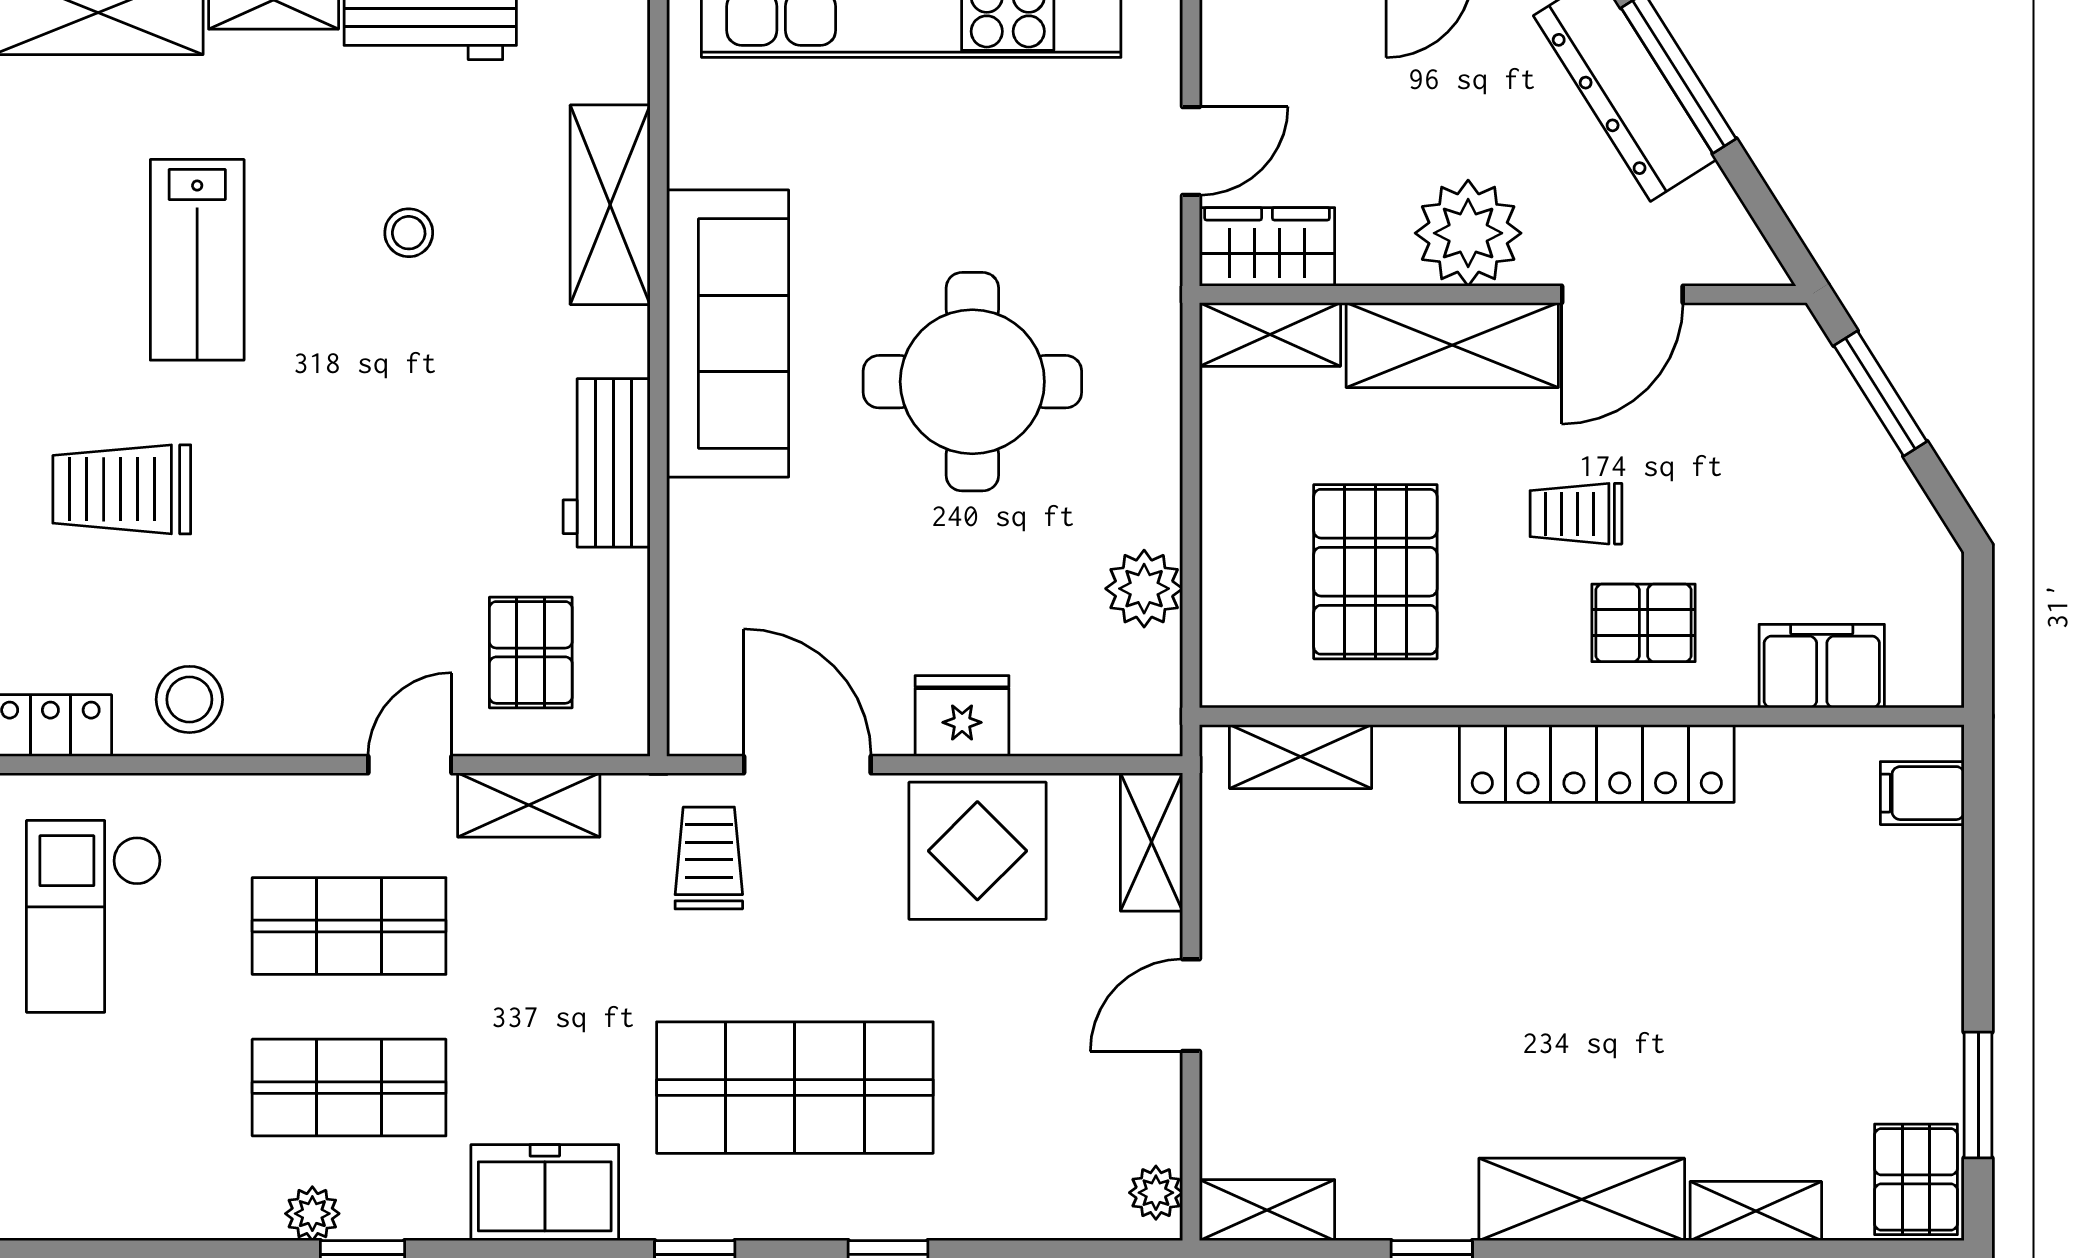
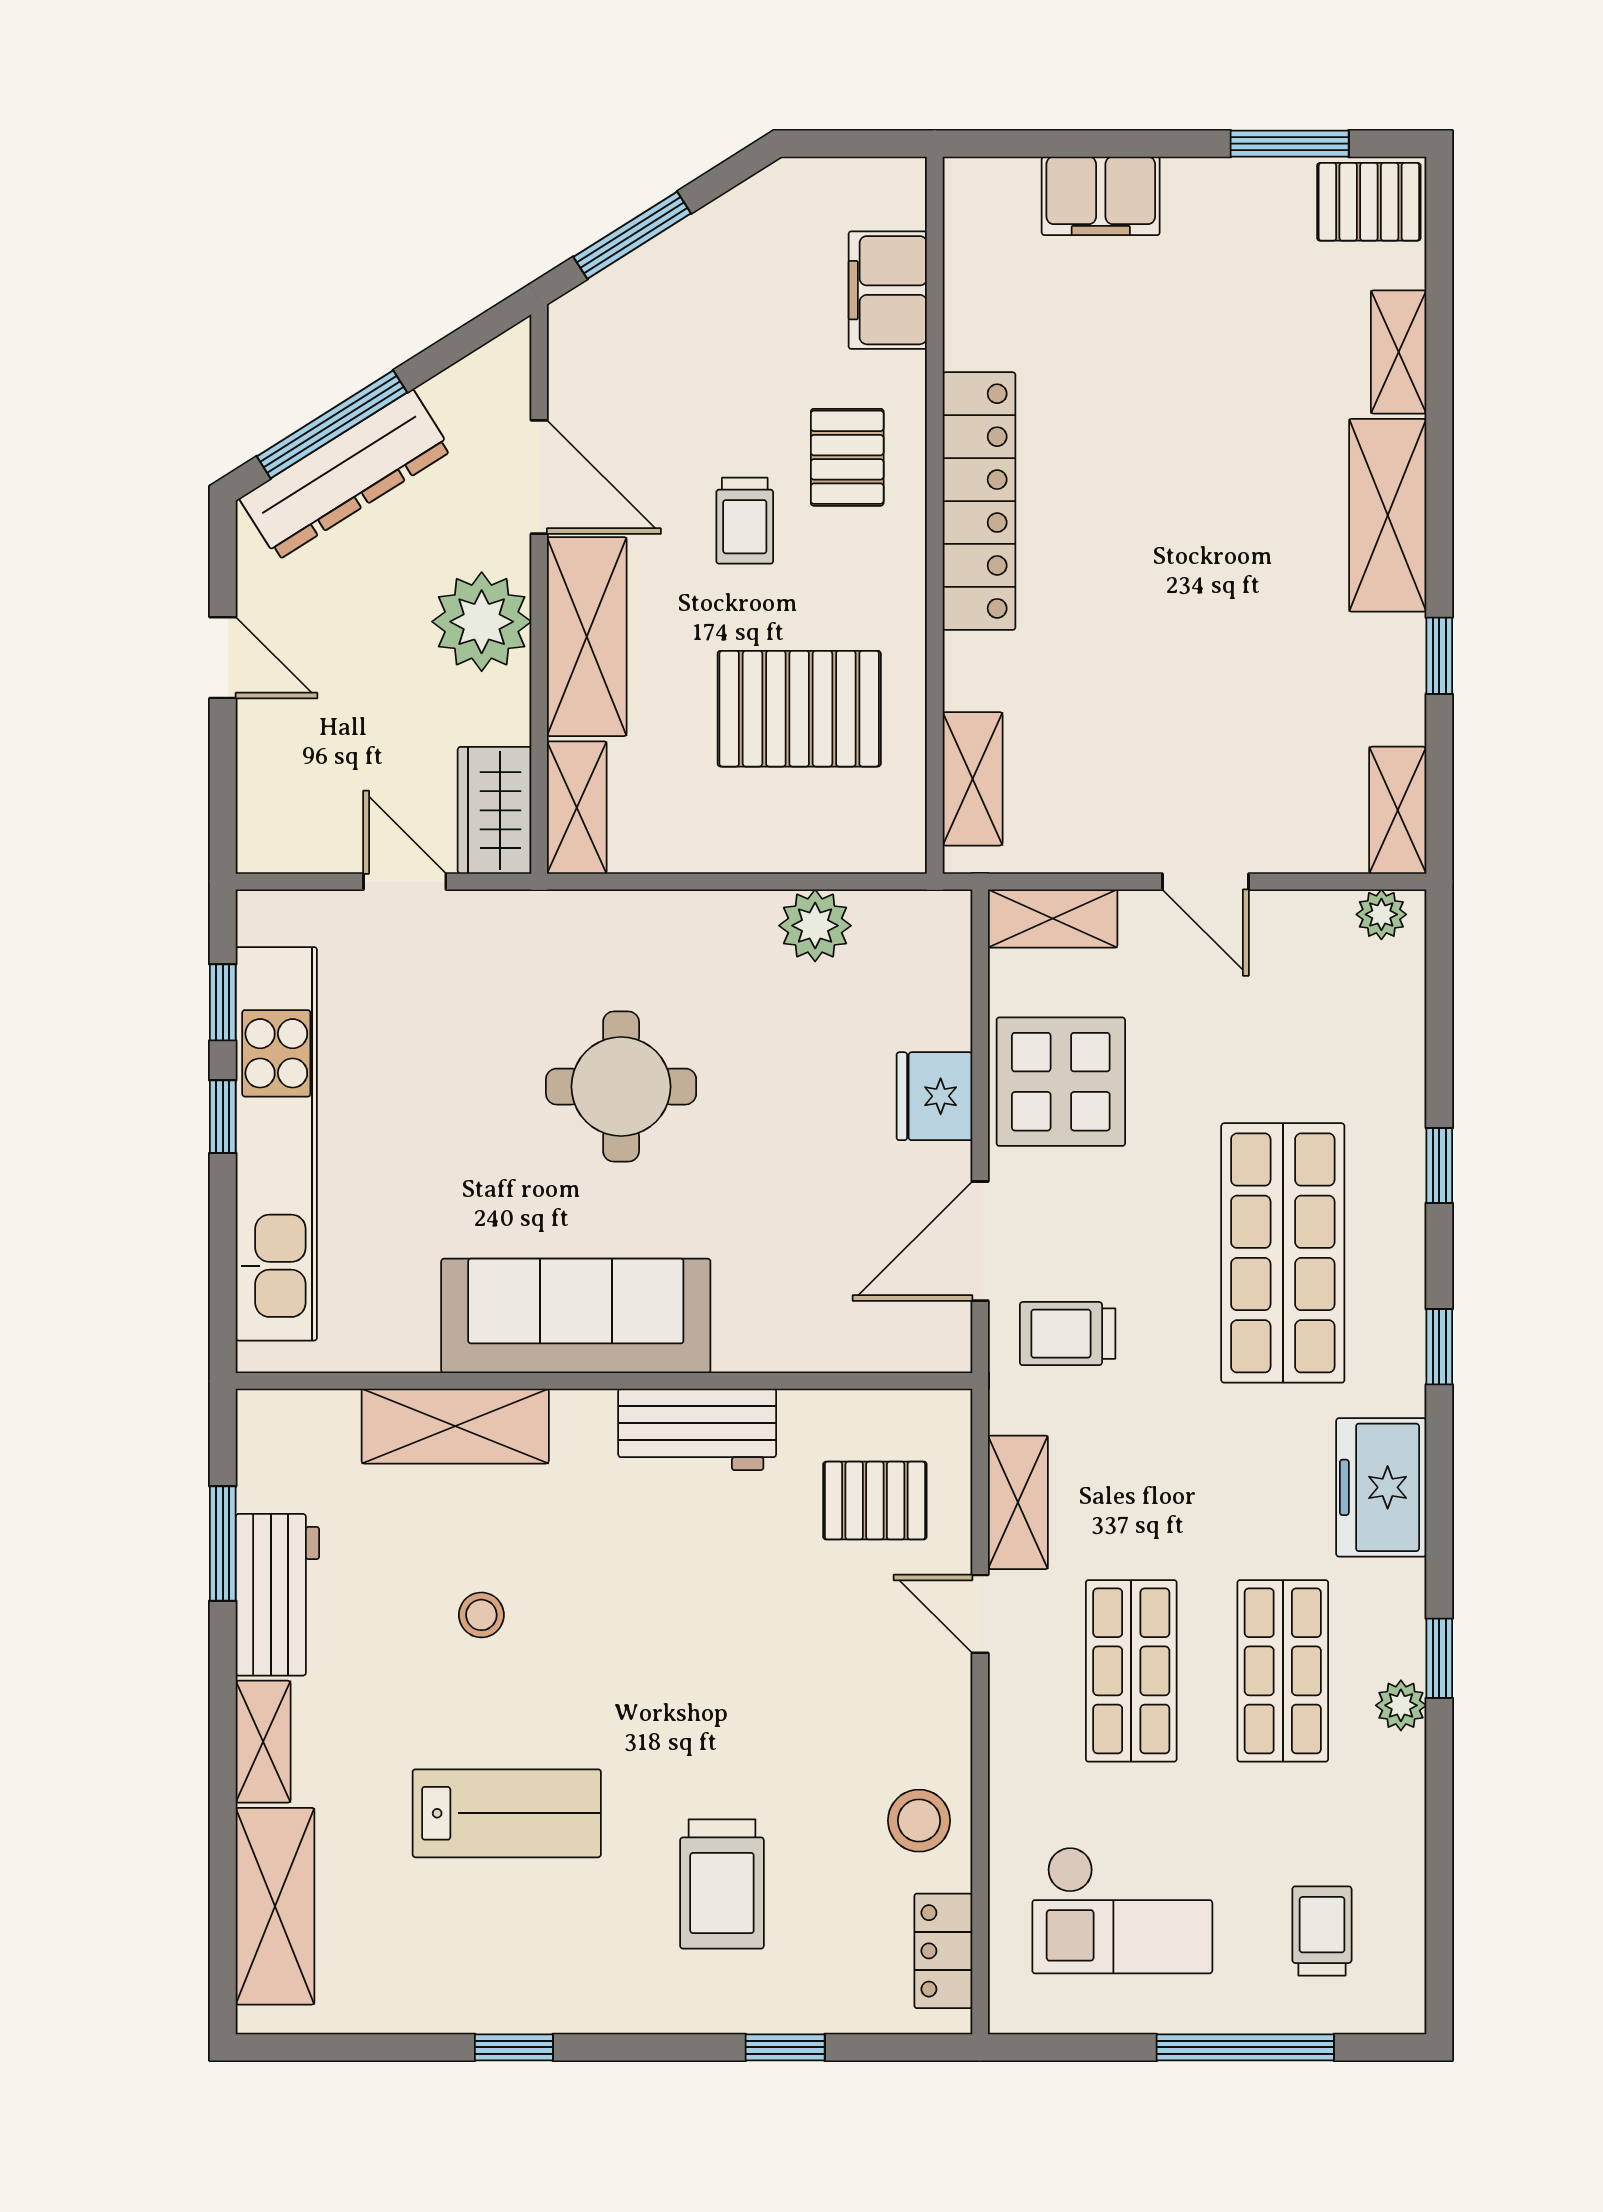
round table: (972, 382) -> (621, 1087), width x0.73, depth x0.73
filing cabinet: (1922, 793) -> (1101, 196), moved, width x2.00
trolley: (72, 1129) -> (1322, 1931), added

